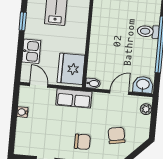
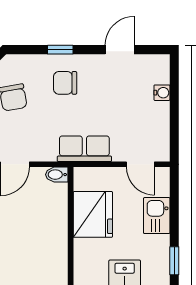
fridge: (71, 69) -> (93, 214), moved
water cooler: (22, 112) -> (162, 93), moved

